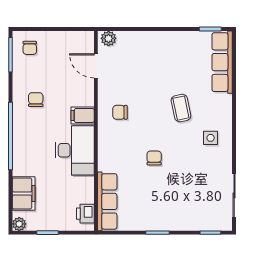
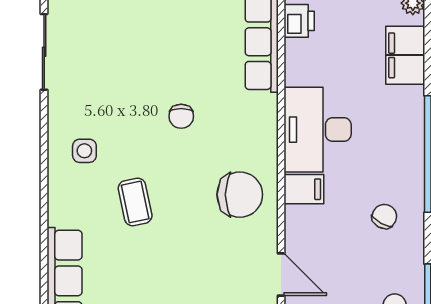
chair: (36, 100) -> (384, 216), turned -151
chair: (120, 112) -> (240, 195), width x1.87, depth x1.87

